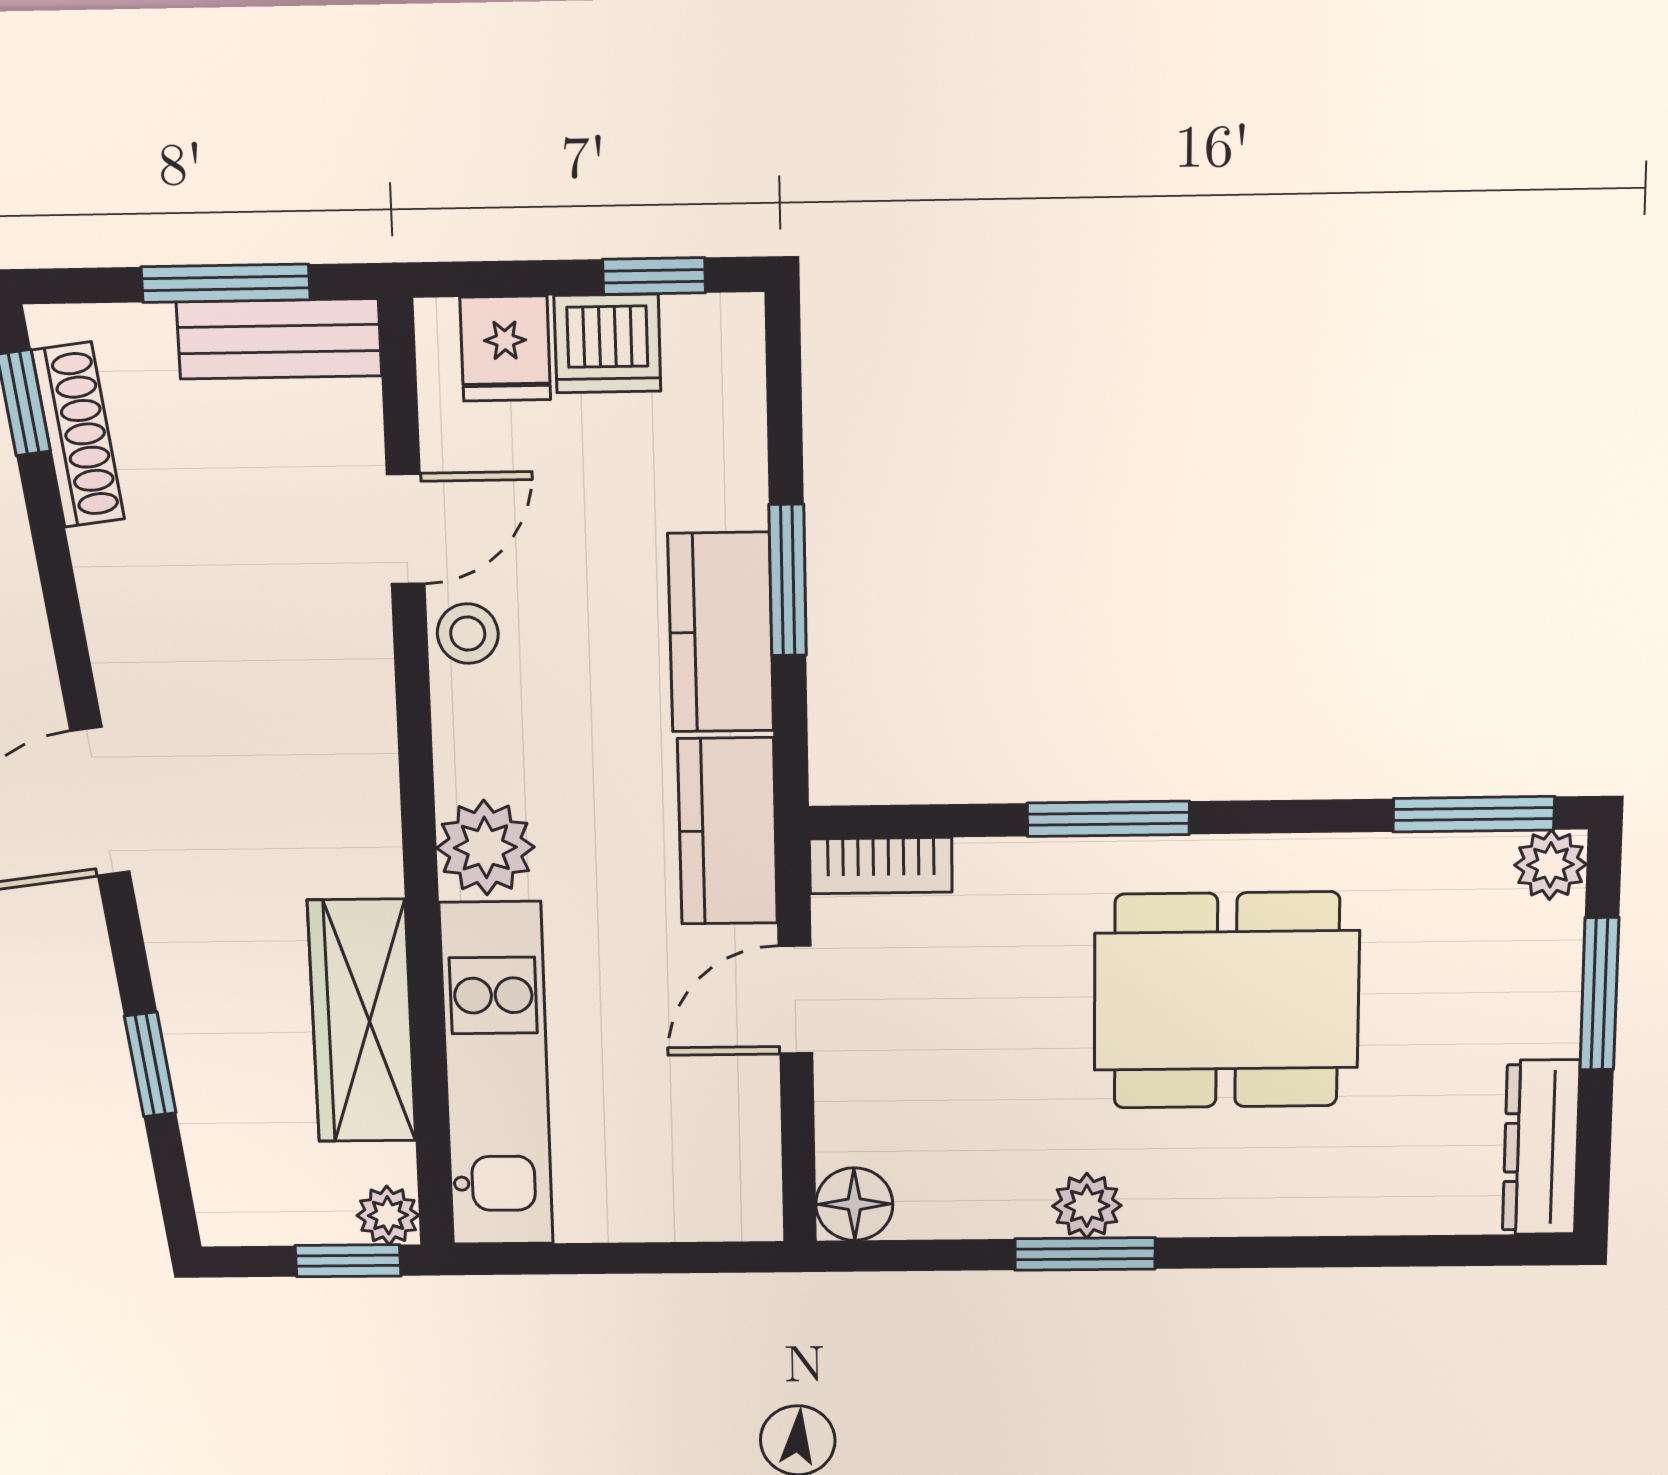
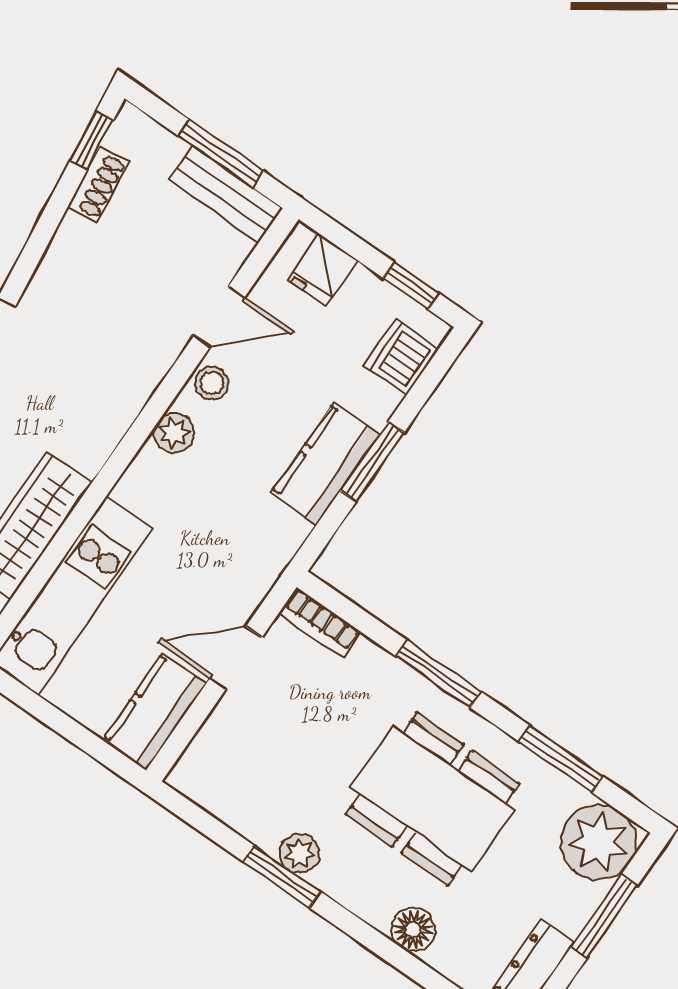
dishwasher: (607, 343) -> (401, 357), moved, turned 90
shoe rack: (78, 435) -> (98, 184), width x0.70
window: (1474, 814) -> (561, 759), moved
kitchen counter: (727, 831) -> (155, 712), moved
plant: (485, 847) -> (174, 433), moved, width x0.73, depth x0.73
plant: (1551, 865) -> (598, 842), width x1.88, depth x1.88
floor lamp: (854, 1204) -> (413, 930), moved

